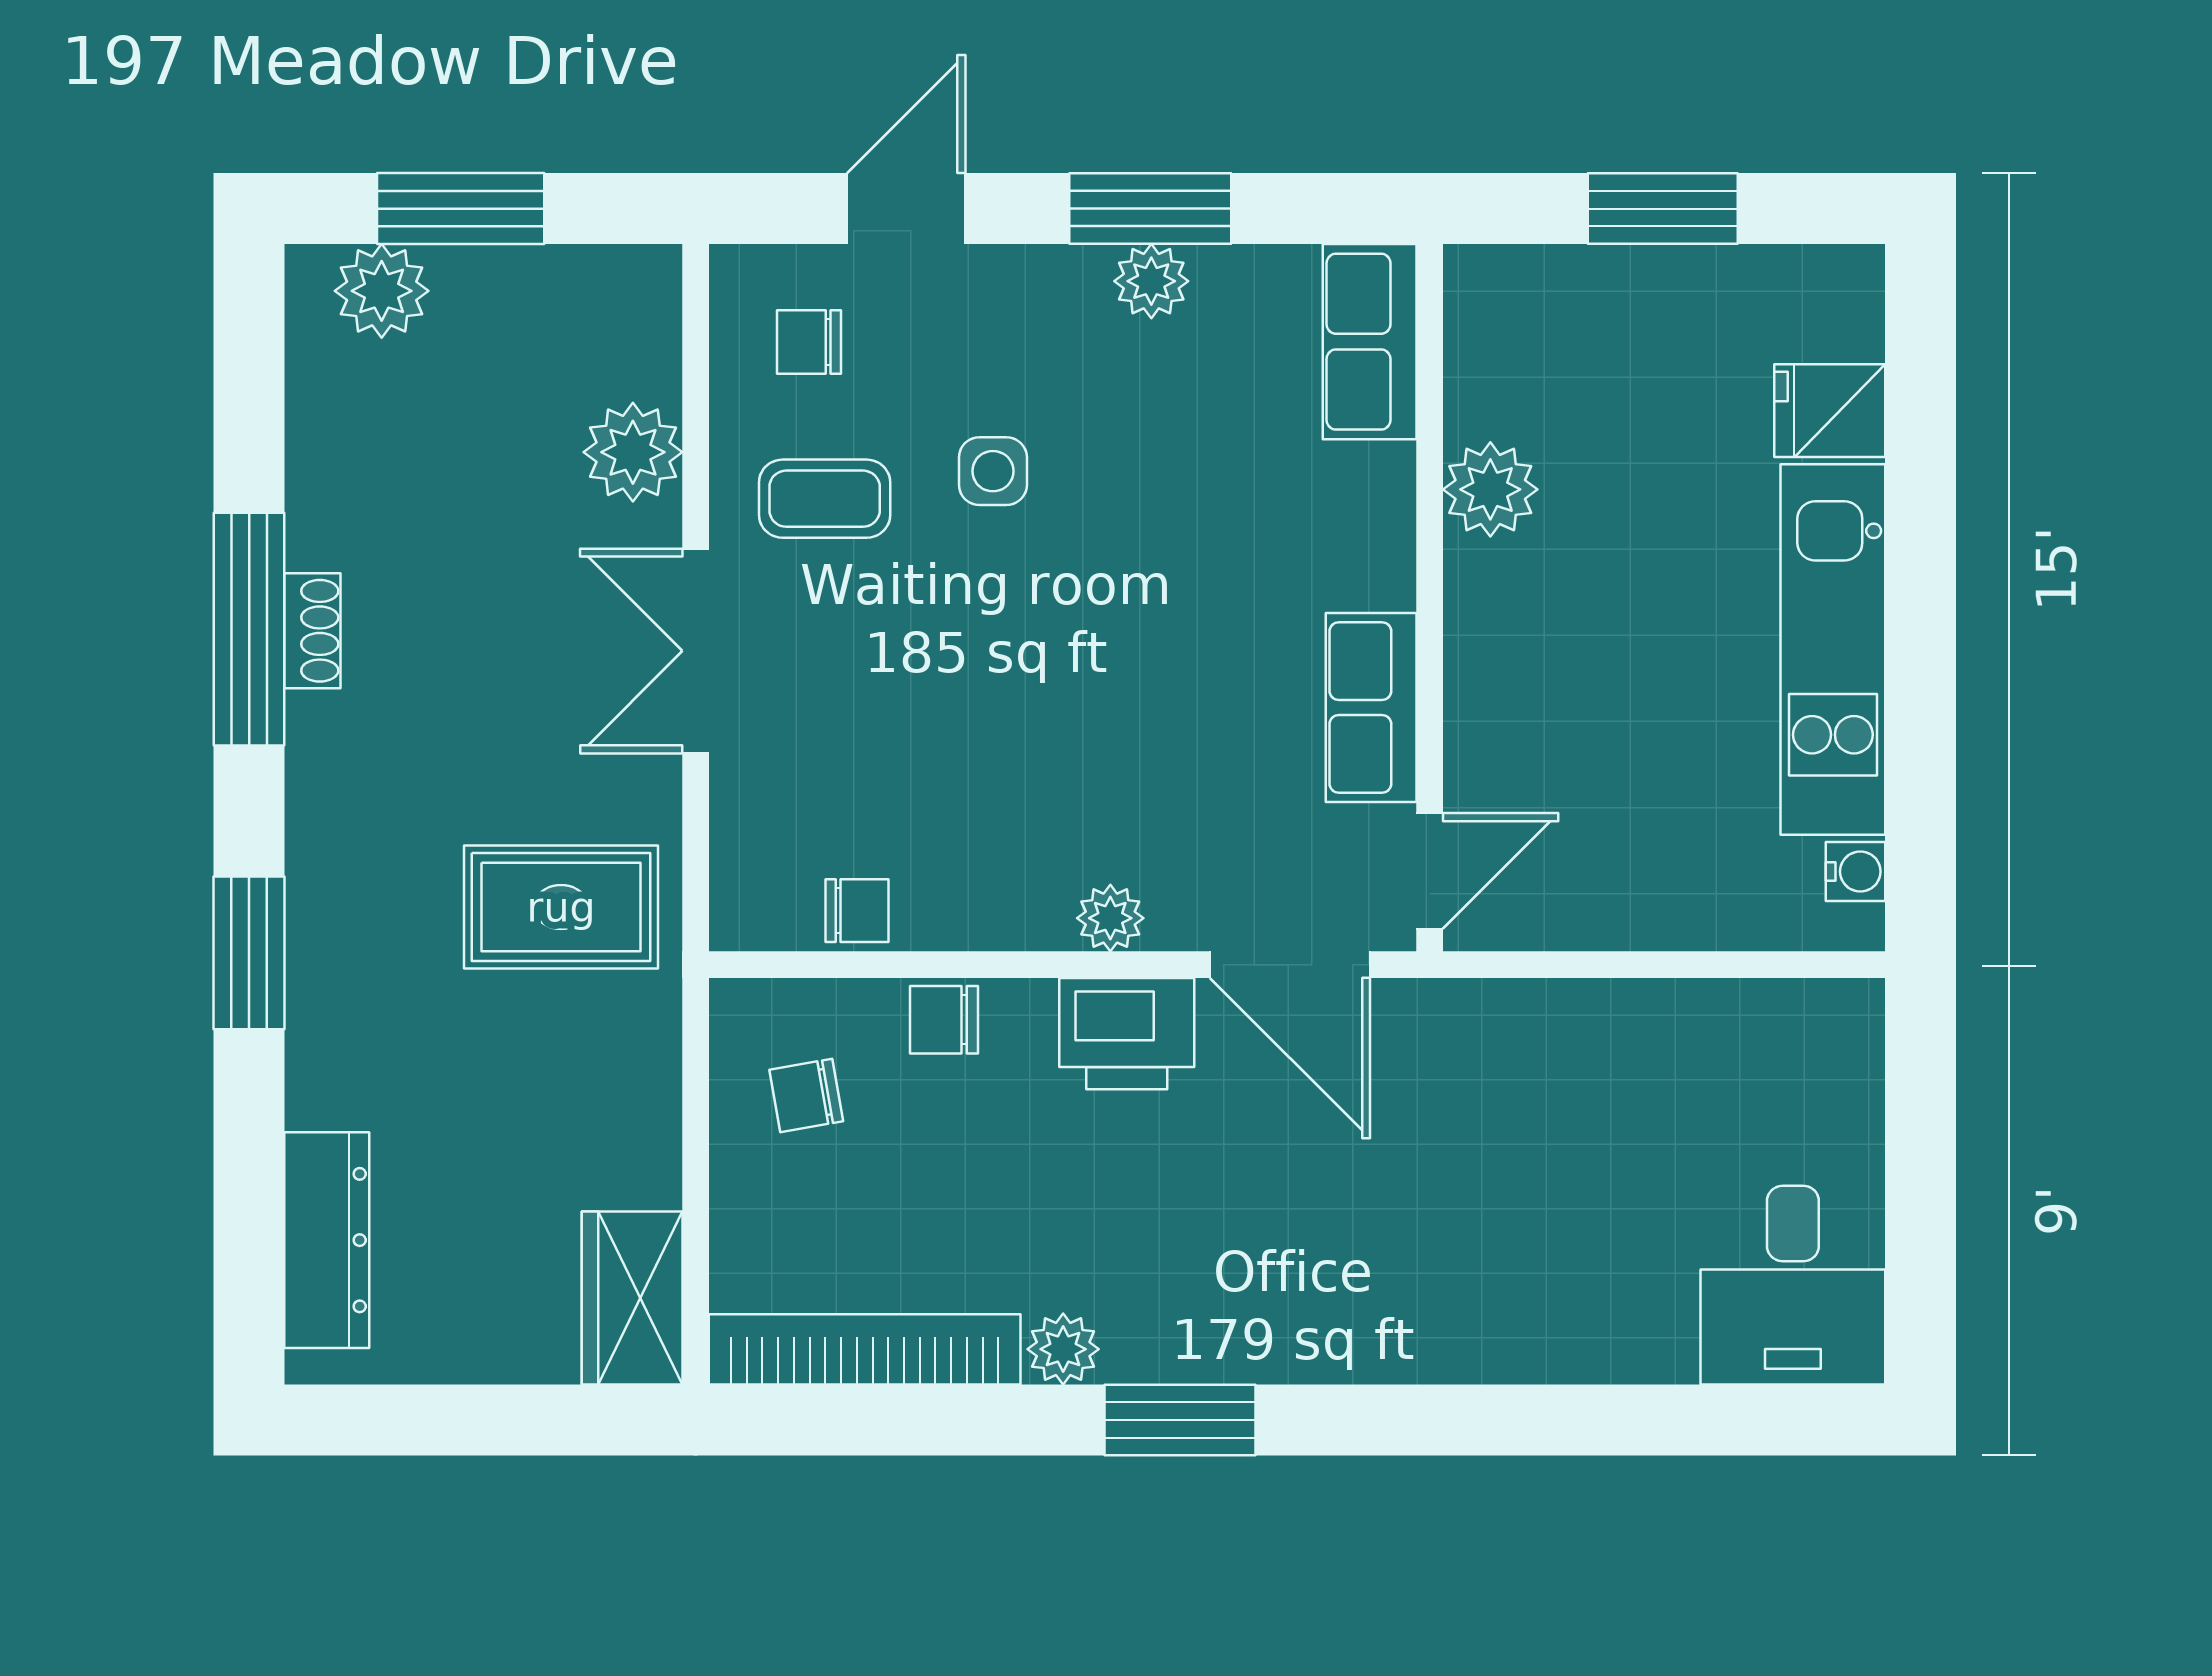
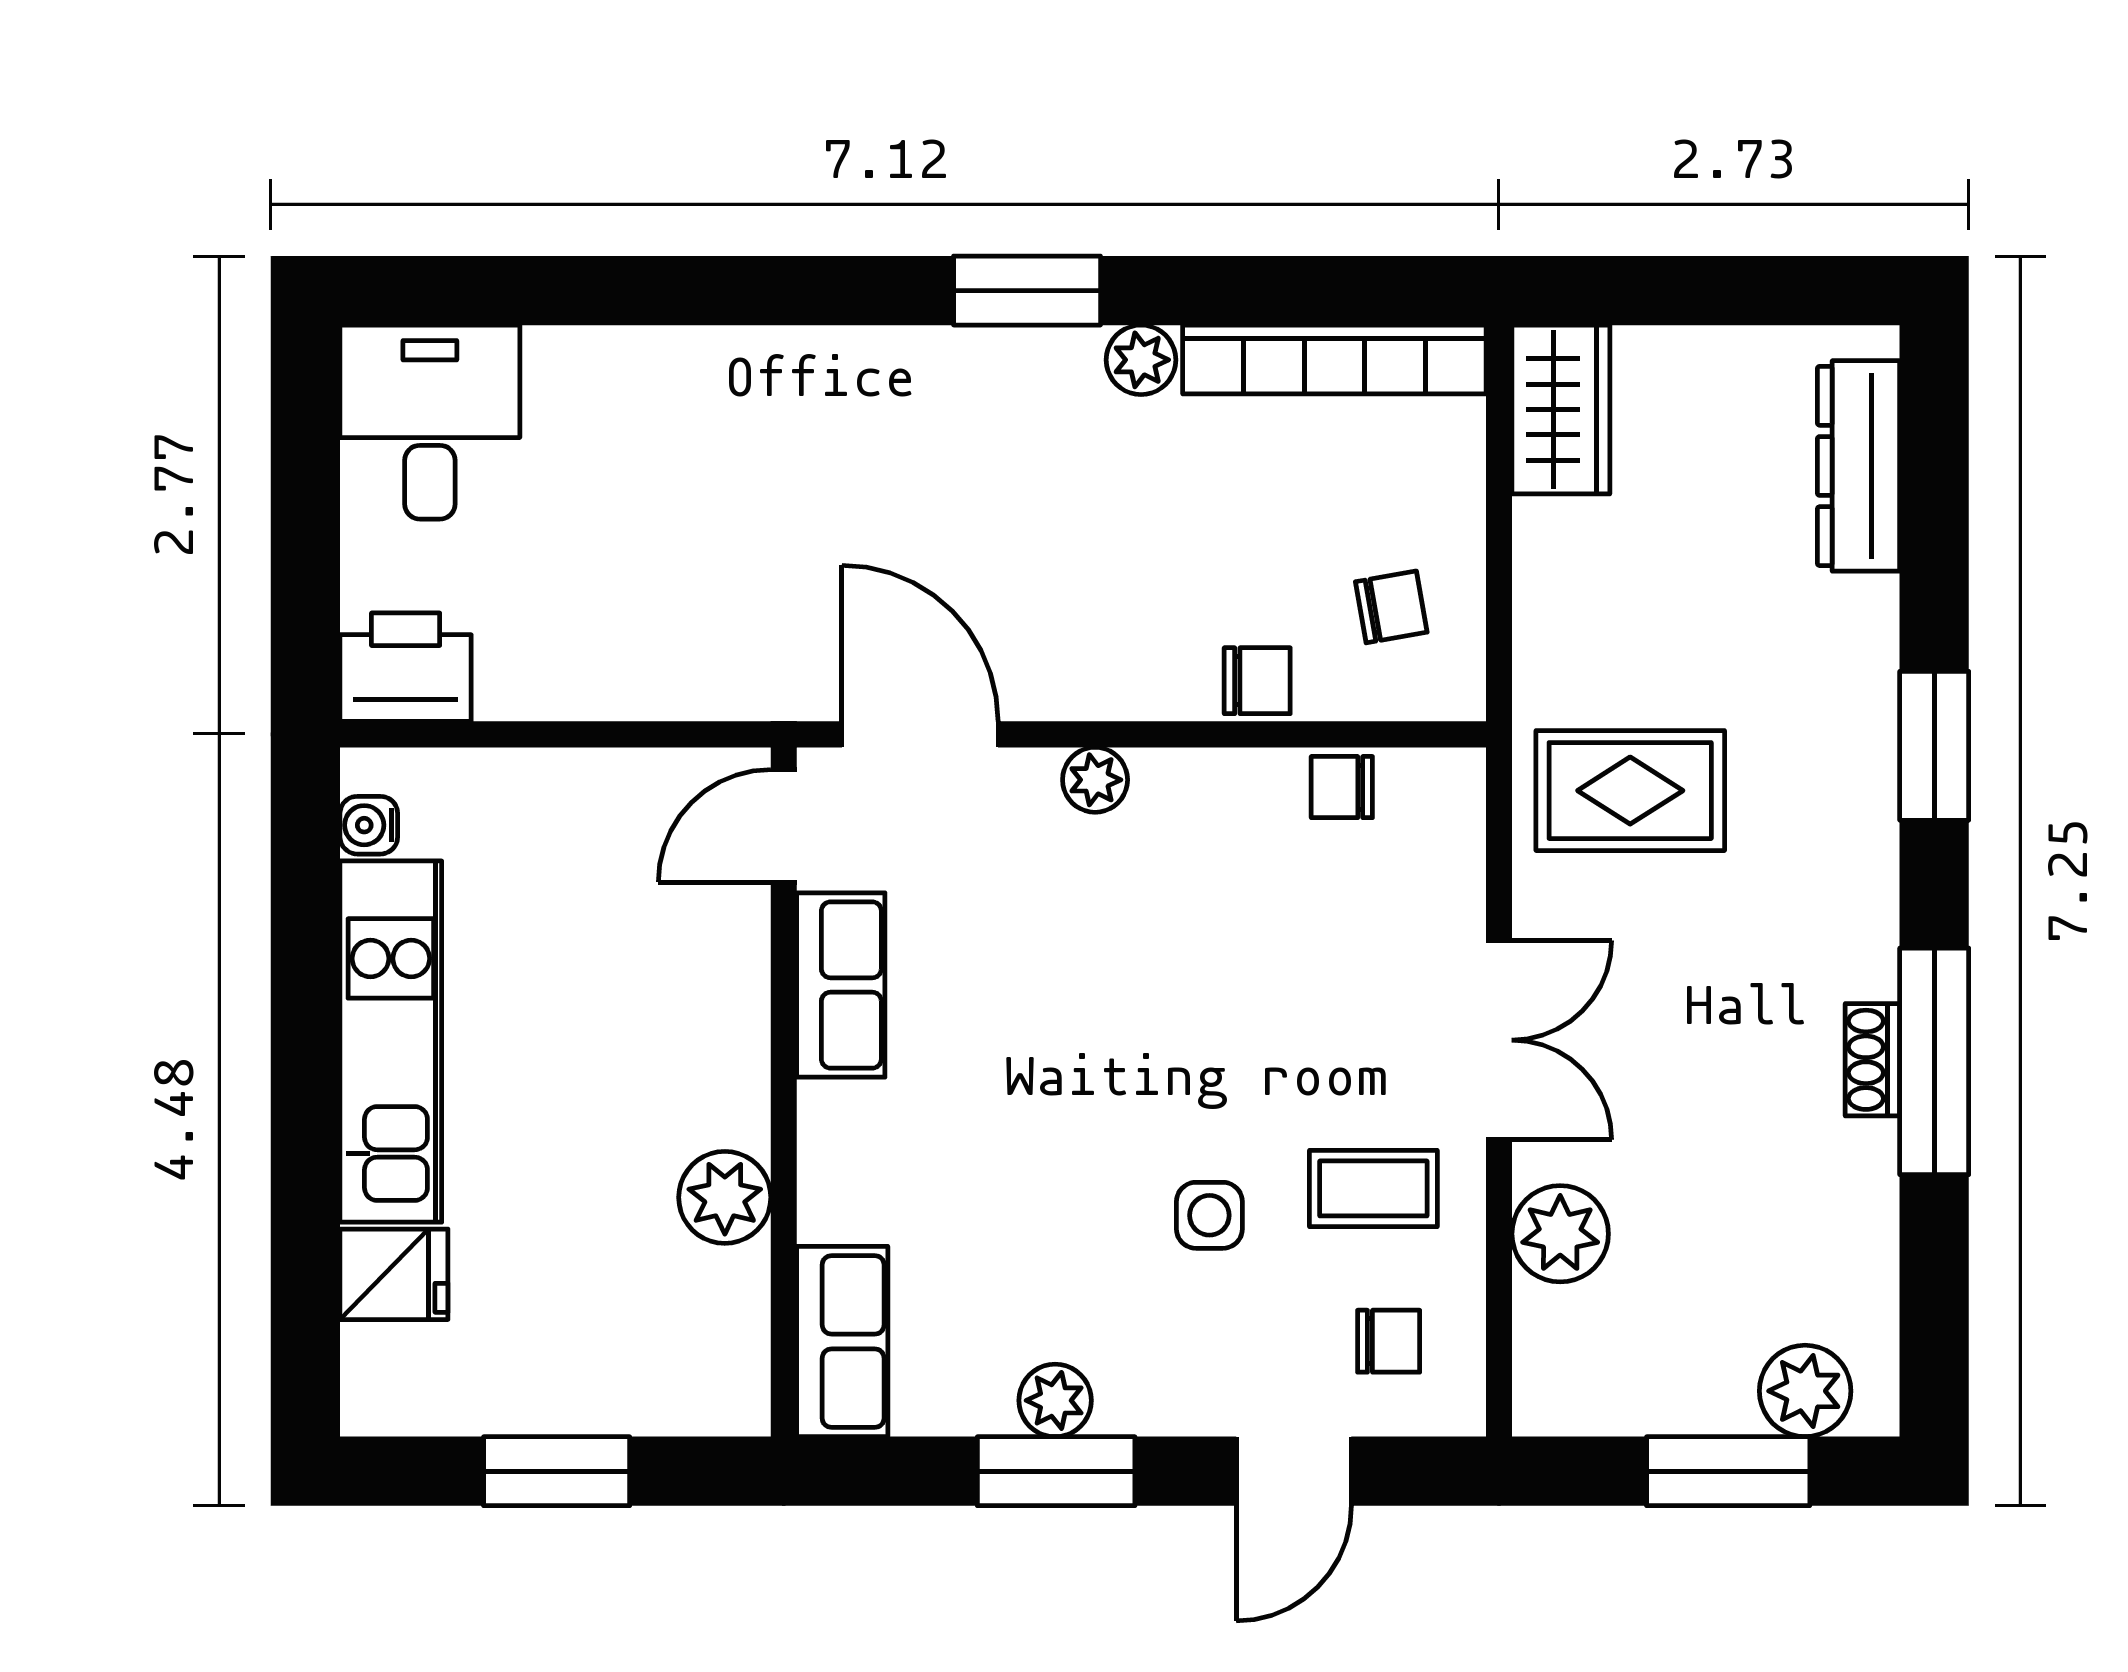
printer: (1127, 1034) -> (406, 667), moved

